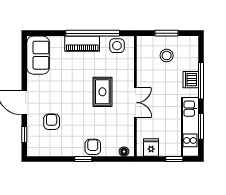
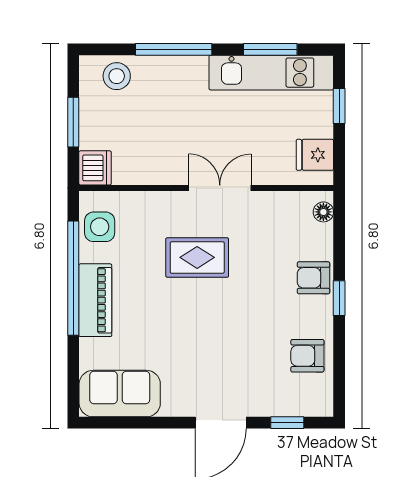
stool: (167, 56) -> (117, 76), moved
dishwasher: (191, 80) -> (95, 168), moved, turned -90
armchair: (52, 122) -> (307, 356), moved

